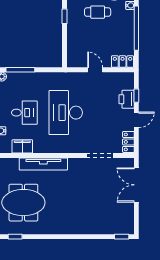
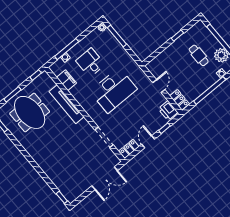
printer: (127, 99) -> (168, 111), moved, turned -90
desk: (24, 113) -> (90, 63), turned 180
desk: (66, 113) -> (113, 90), turned 180
door: (136, 120) -> (148, 142), swing flipped
double door: (136, 185) -> (105, 178), swing flipped

